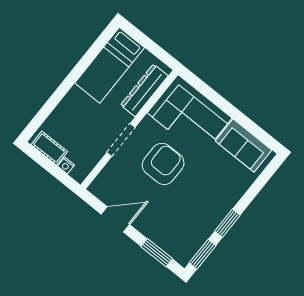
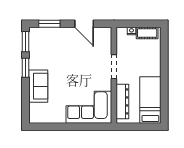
sofa: (244, 146) -> (38, 86), moved, turned 90
armchair: (163, 164) -> (83, 72), removed
door: (115, 219) -> (84, 24), hinge flipped

